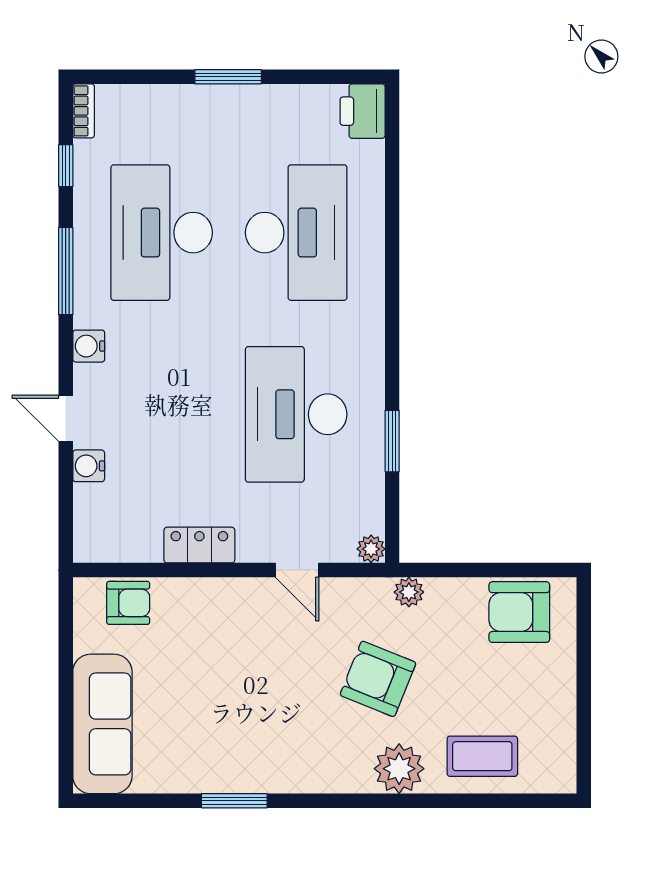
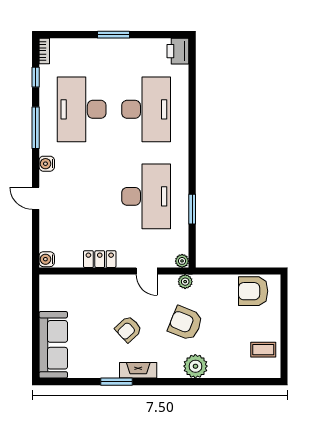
desk: (296, 414) -> (146, 196), turned 180
water cooler: (89, 466) -> (47, 259), moved
plant: (409, 592) -> (185, 282), moved
armchair: (128, 603) -> (128, 329), moved, turned 137
coffee table: (482, 756) -> (263, 350), moved, width x0.73, depth x0.77
fireplace: (280, 777) -> (138, 370), added

